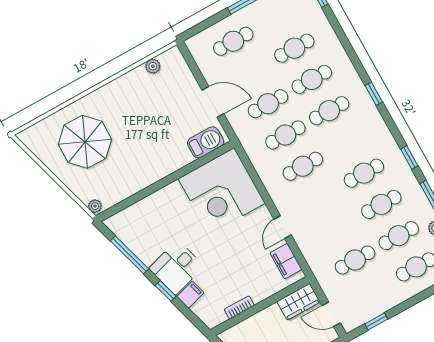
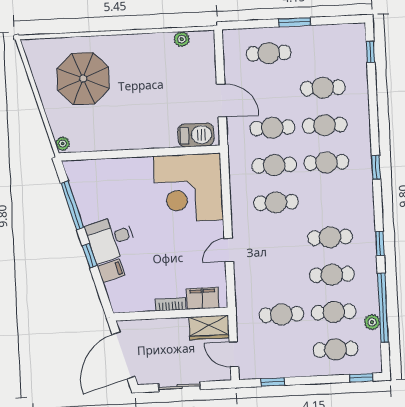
filing cabinet: (286, 261) -> (203, 298), moved, turned 90
bookcase: (239, 307) -> (171, 304), moved

